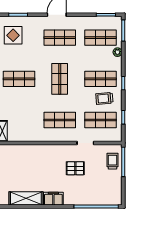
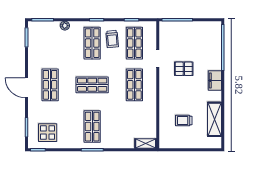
shop shelf: (100, 38) -> (50, 43), removed
trolley: (112, 161) -> (184, 120), moved
pallet: (75, 168) -> (184, 69), turned 90
filing cabinet: (53, 199) -> (215, 81), moved

